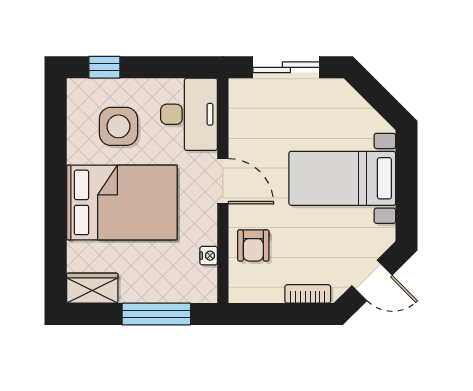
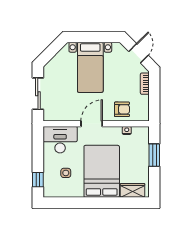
side table: (118, 126) -> (66, 173), width x0.54, depth x0.54
wardrobe: (92, 288) -> (132, 190), moved, turned 90
window: (156, 314) -> (154, 155), width x0.69

